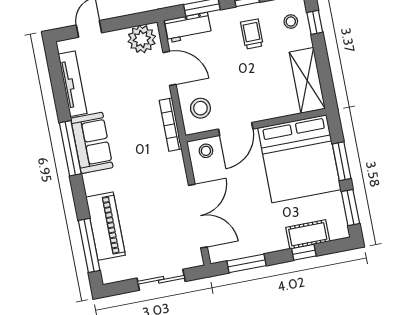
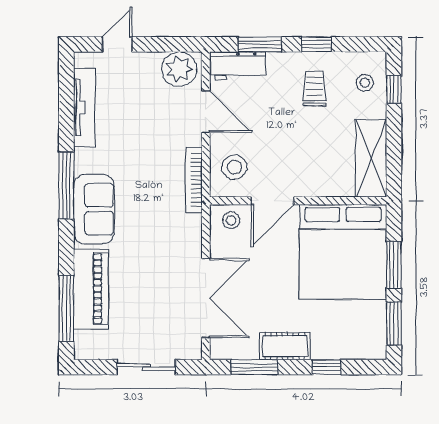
sofa: (92, 143) -> (94, 209), moved
cot: (308, 234) -> (285, 346), moved

